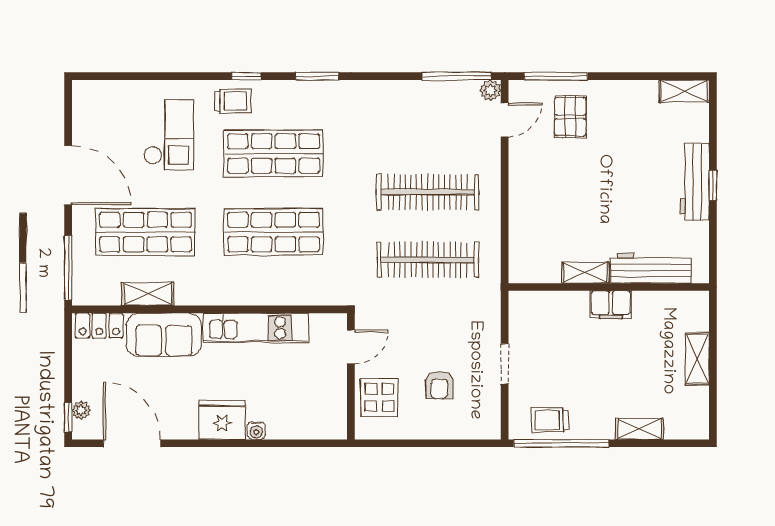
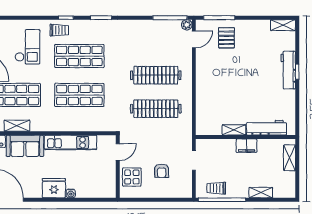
workbench: (651, 268) -> (266, 128), moved
shelving: (585, 273) -> (234, 130), moved
wall: (609, 287) -> (246, 137), moved
filing cabinet: (611, 305) -> (247, 146), moved

